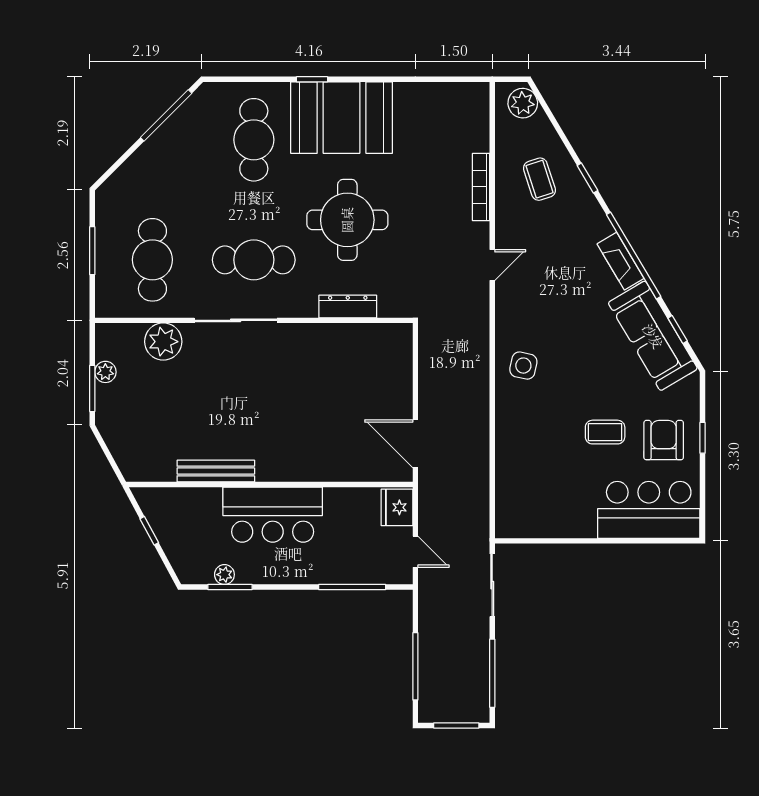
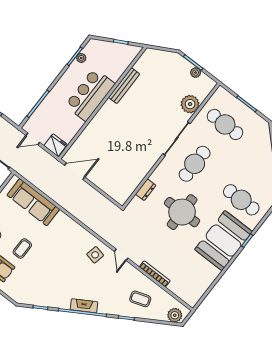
dresser: (348, 307) -> (146, 190), width x0.70
sofa: (653, 336) -> (33, 202), moved, turned -149
side table: (523, 366) -> (95, 255), moved

